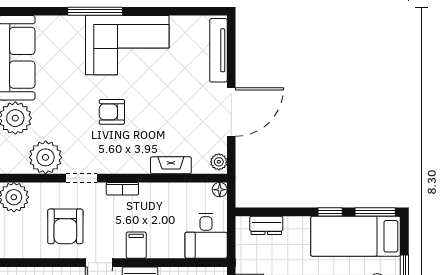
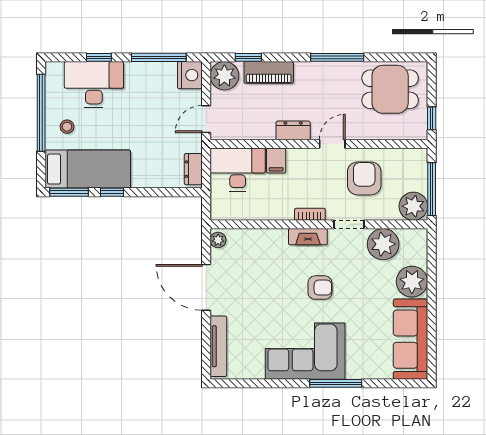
door: (231, 112) -> (206, 287), hinge flipped
fireplace: (171, 165) -> (308, 237), moved
floor lamp: (220, 190) -> (217, 213), removed
dresser: (266, 225) -> (193, 169), moved, turned -90
desk: (206, 236) -> (238, 170), width x1.37
filing cabinet: (136, 245) -> (276, 161), moved

